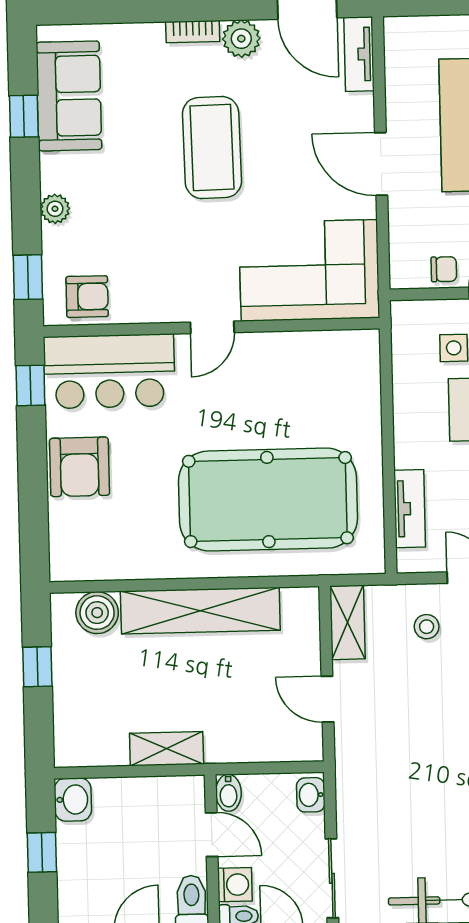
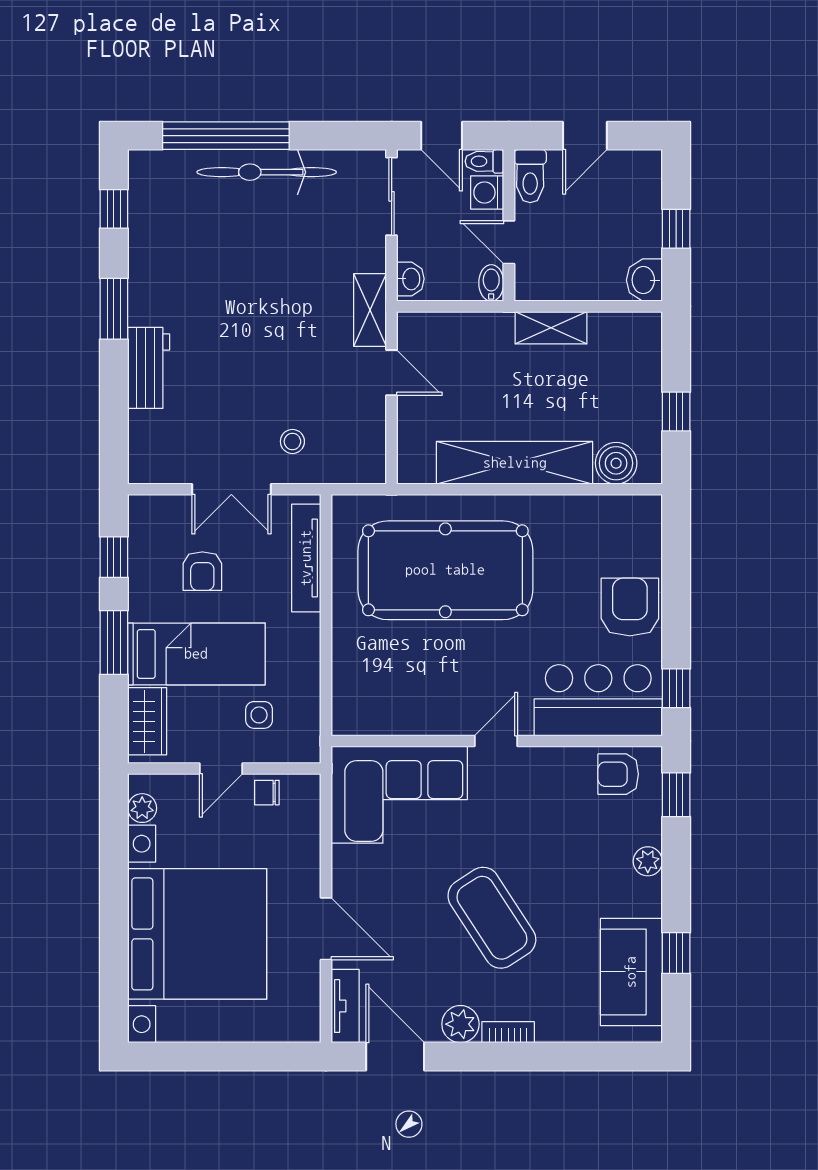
coffee table: (212, 148) -> (492, 918), turned -32
door: (381, 164) -> (326, 929), moved
tv unit: (410, 509) -> (306, 558), width x1.41
shelving: (348, 622) -> (370, 310), moved

